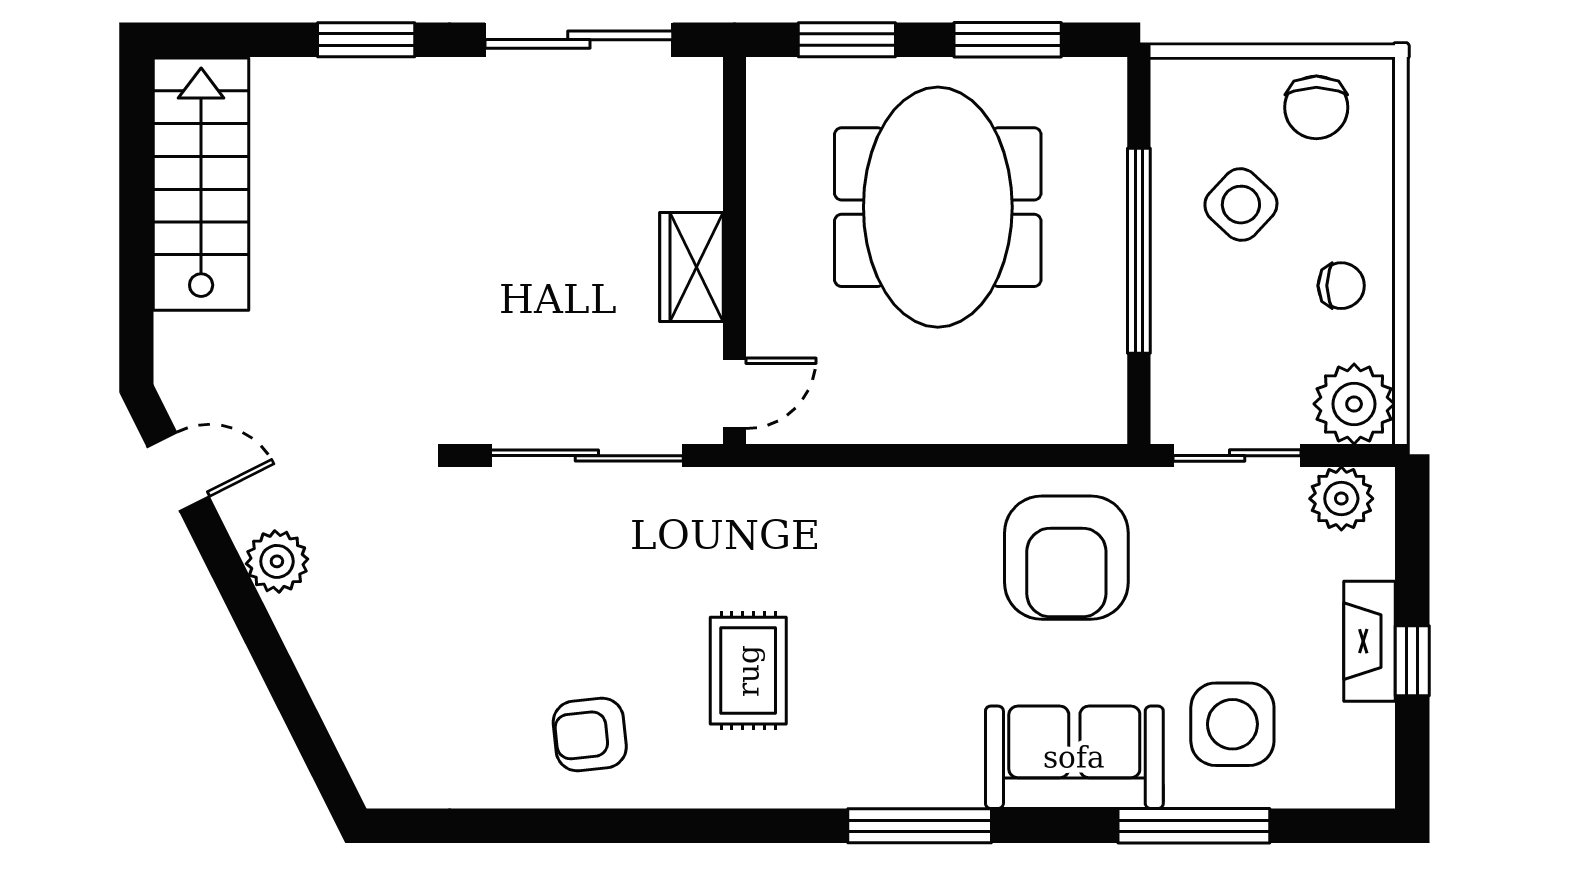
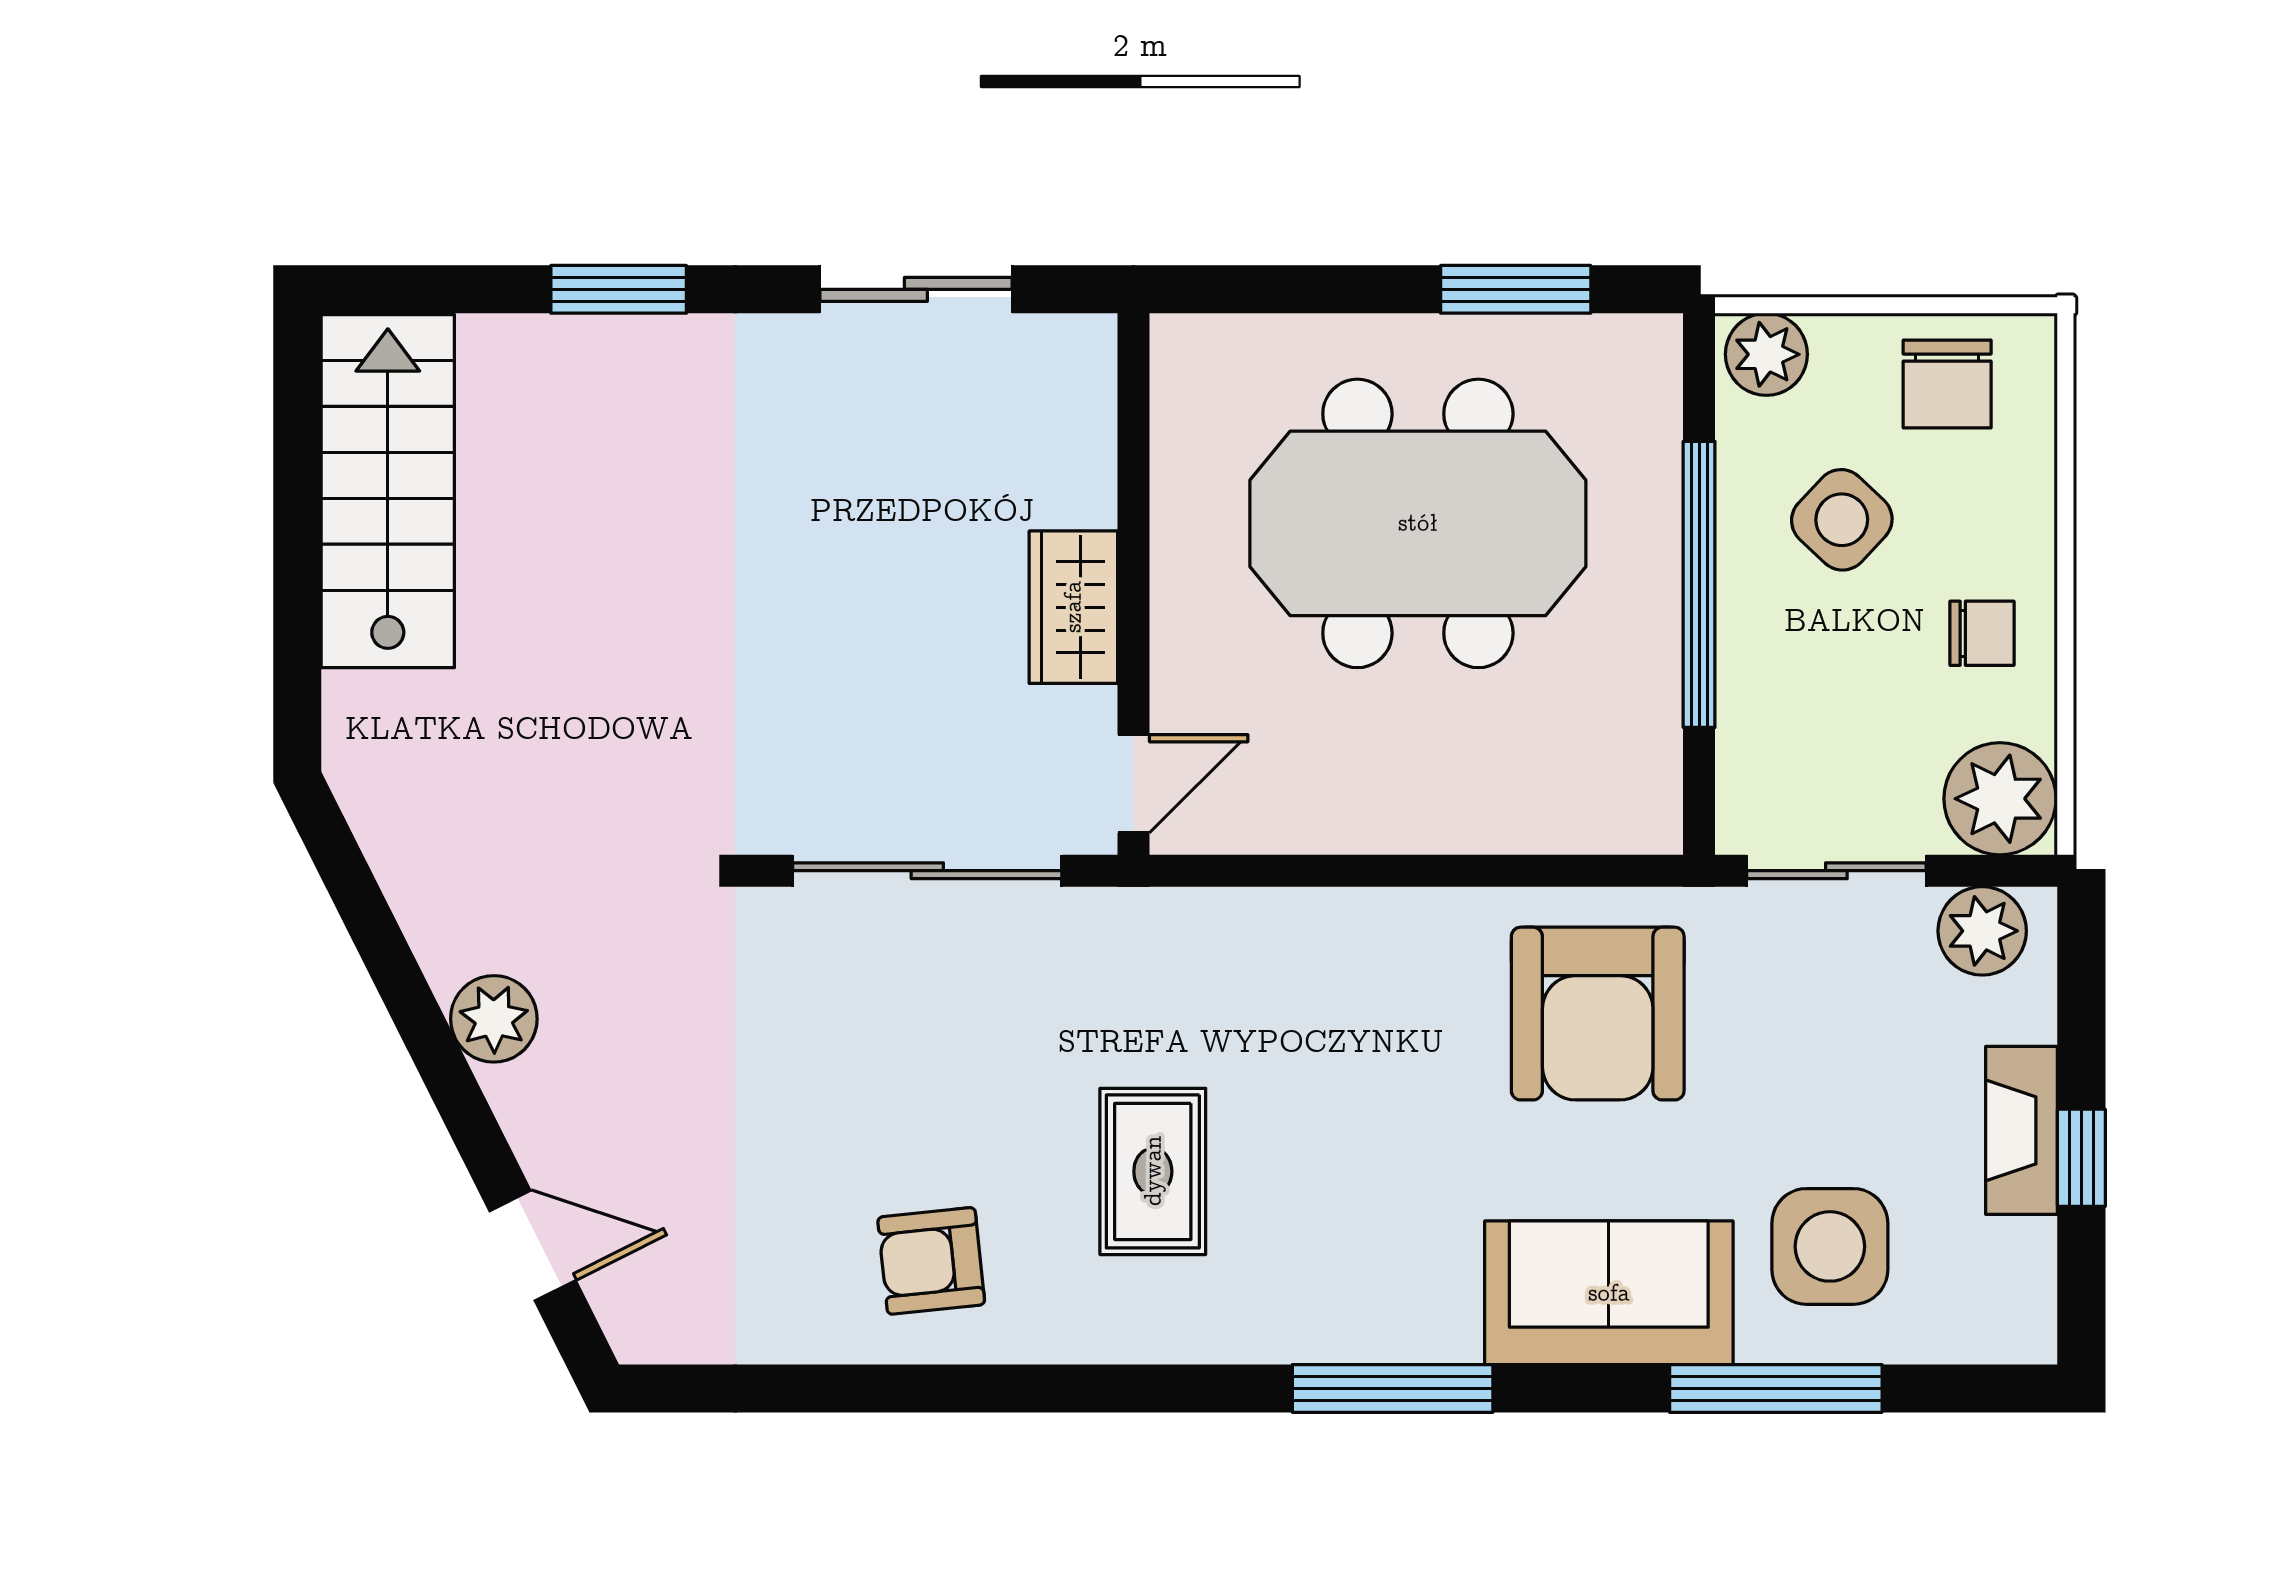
sliding door: (579, 40) -> (916, 289), width x0.73
window: (847, 40) -> (1291, 289), removed
plant: (1187, 86) -> (1766, 354), added
meeting table: (938, 207) -> (1418, 523), turned 90
door: (178, 472) -> (533, 1246), moved

